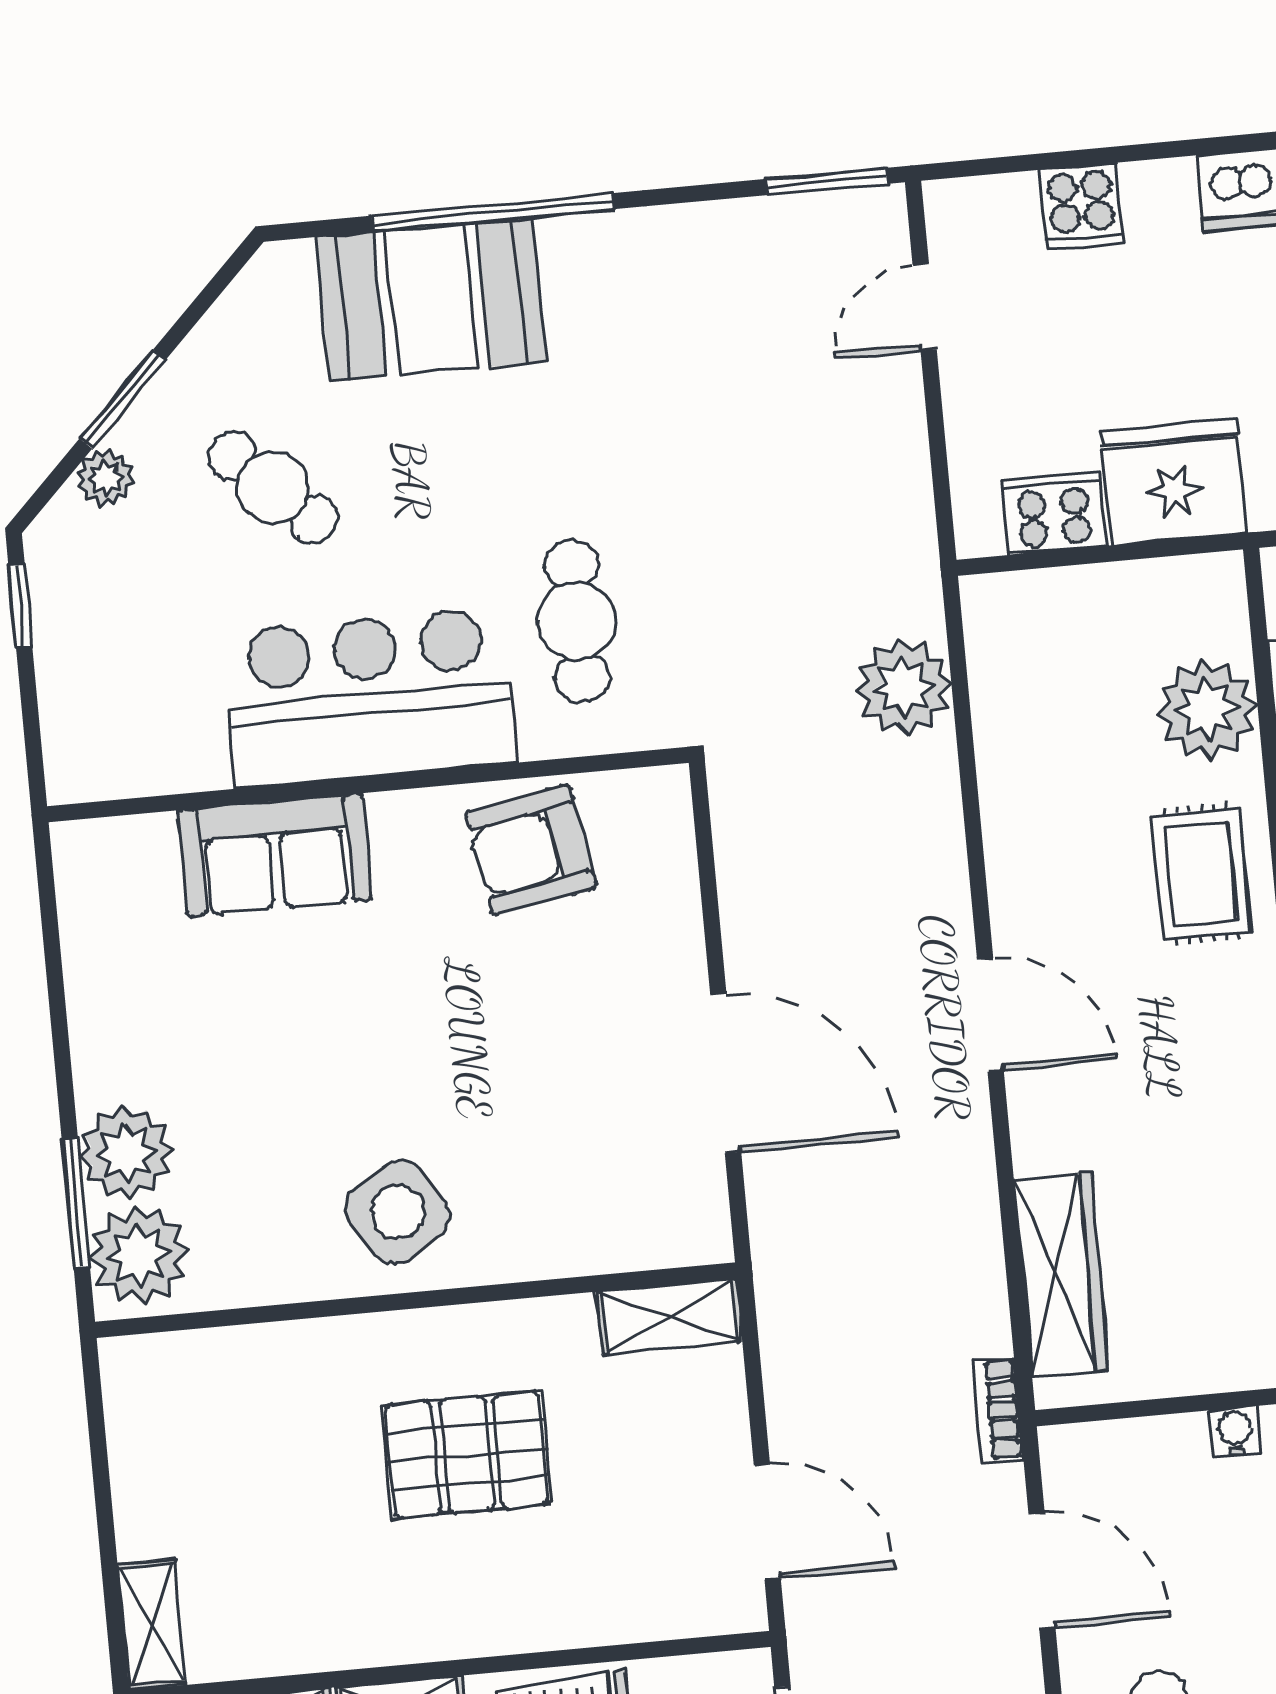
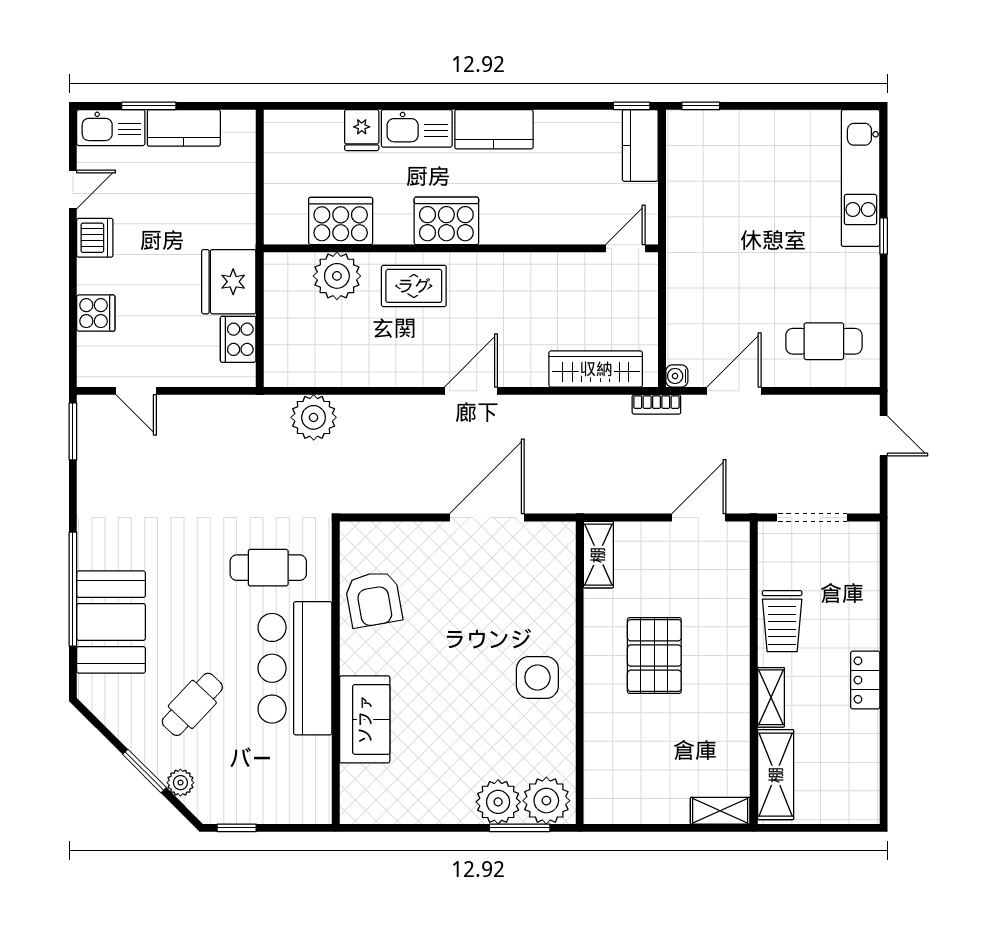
side table: (397, 1212) -> (537, 677), turned 33
water cooler: (1235, 1432) -> (677, 376), moved

